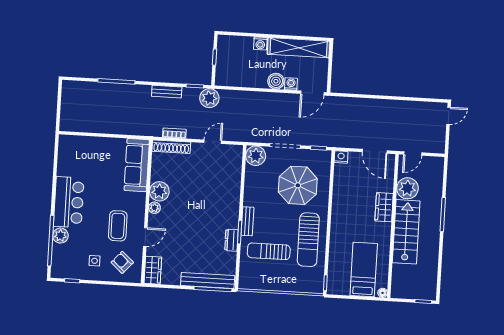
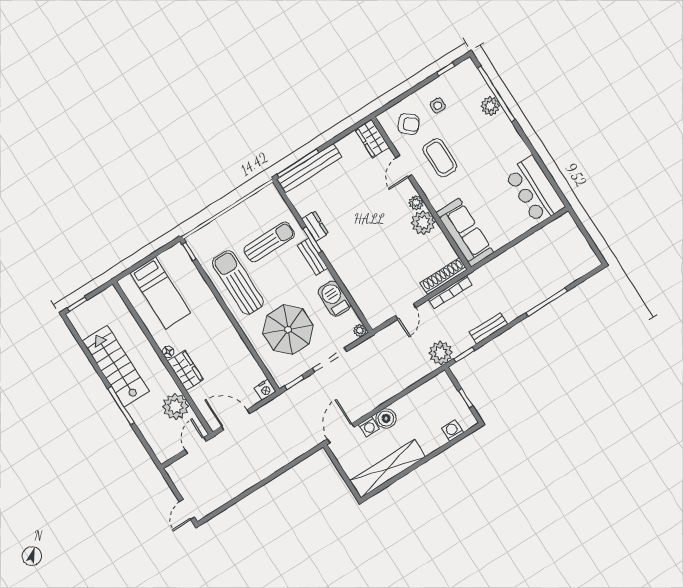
washing machine: (260, 43) -> (452, 430), moved
bookcase: (174, 133) -> (450, 292), width x1.56
plant: (256, 156) -> (360, 330), width x0.53, depth x0.53
barbecue: (253, 184) -> (334, 299), added
bar counter: (69, 202) -> (535, 190), moved
stairs: (406, 232) -> (116, 366), moved, turned 180
floor lamp: (383, 293) -> (168, 352), moved

